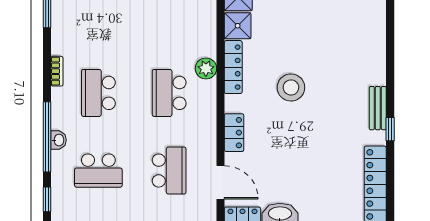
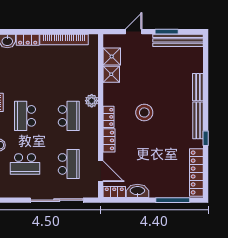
bench: (378, 47) -> (198, 87), added
locker: (233, 67) -> (109, 117), moved, width x0.66
school desk: (169, 93) -> (69, 116), turned 180
bench: (378, 108) -> (198, 120), width x1.36

